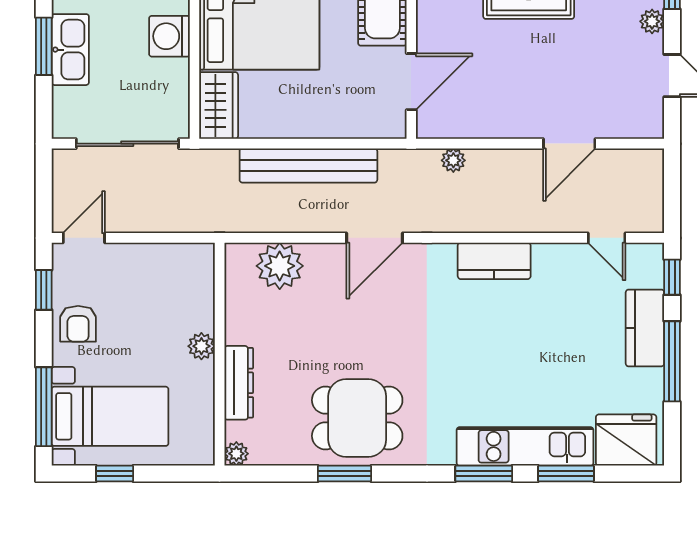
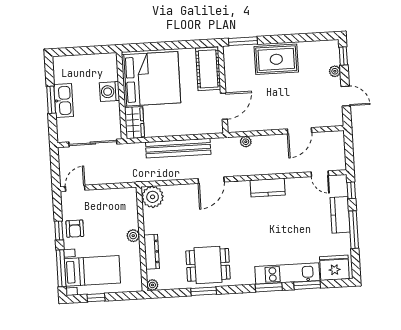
plant: (280, 266) -> (153, 197), moved
window: (44, 290) -> (59, 230), moved

